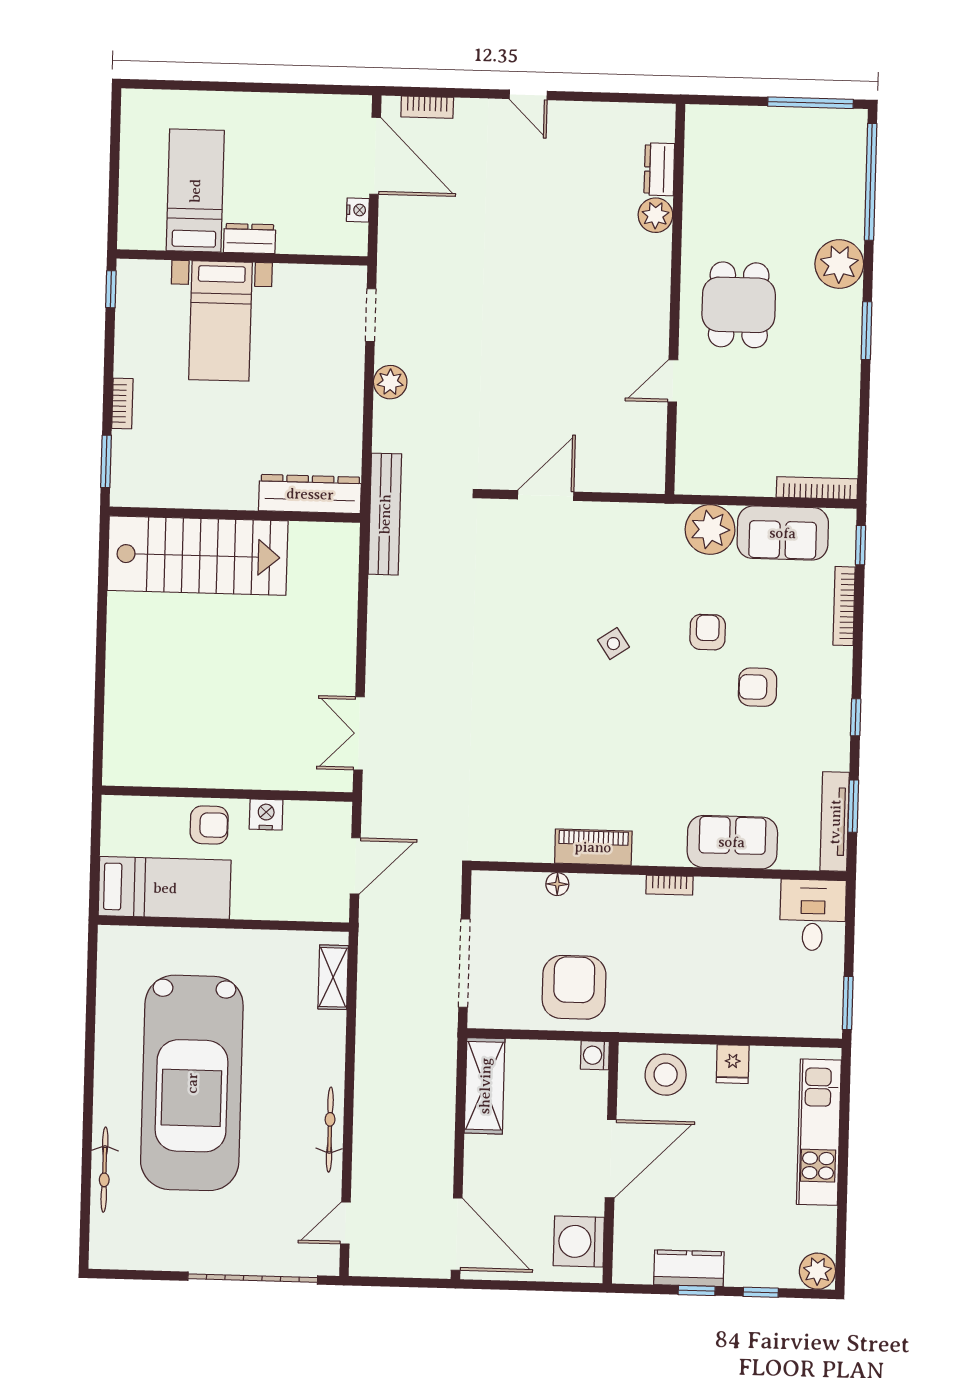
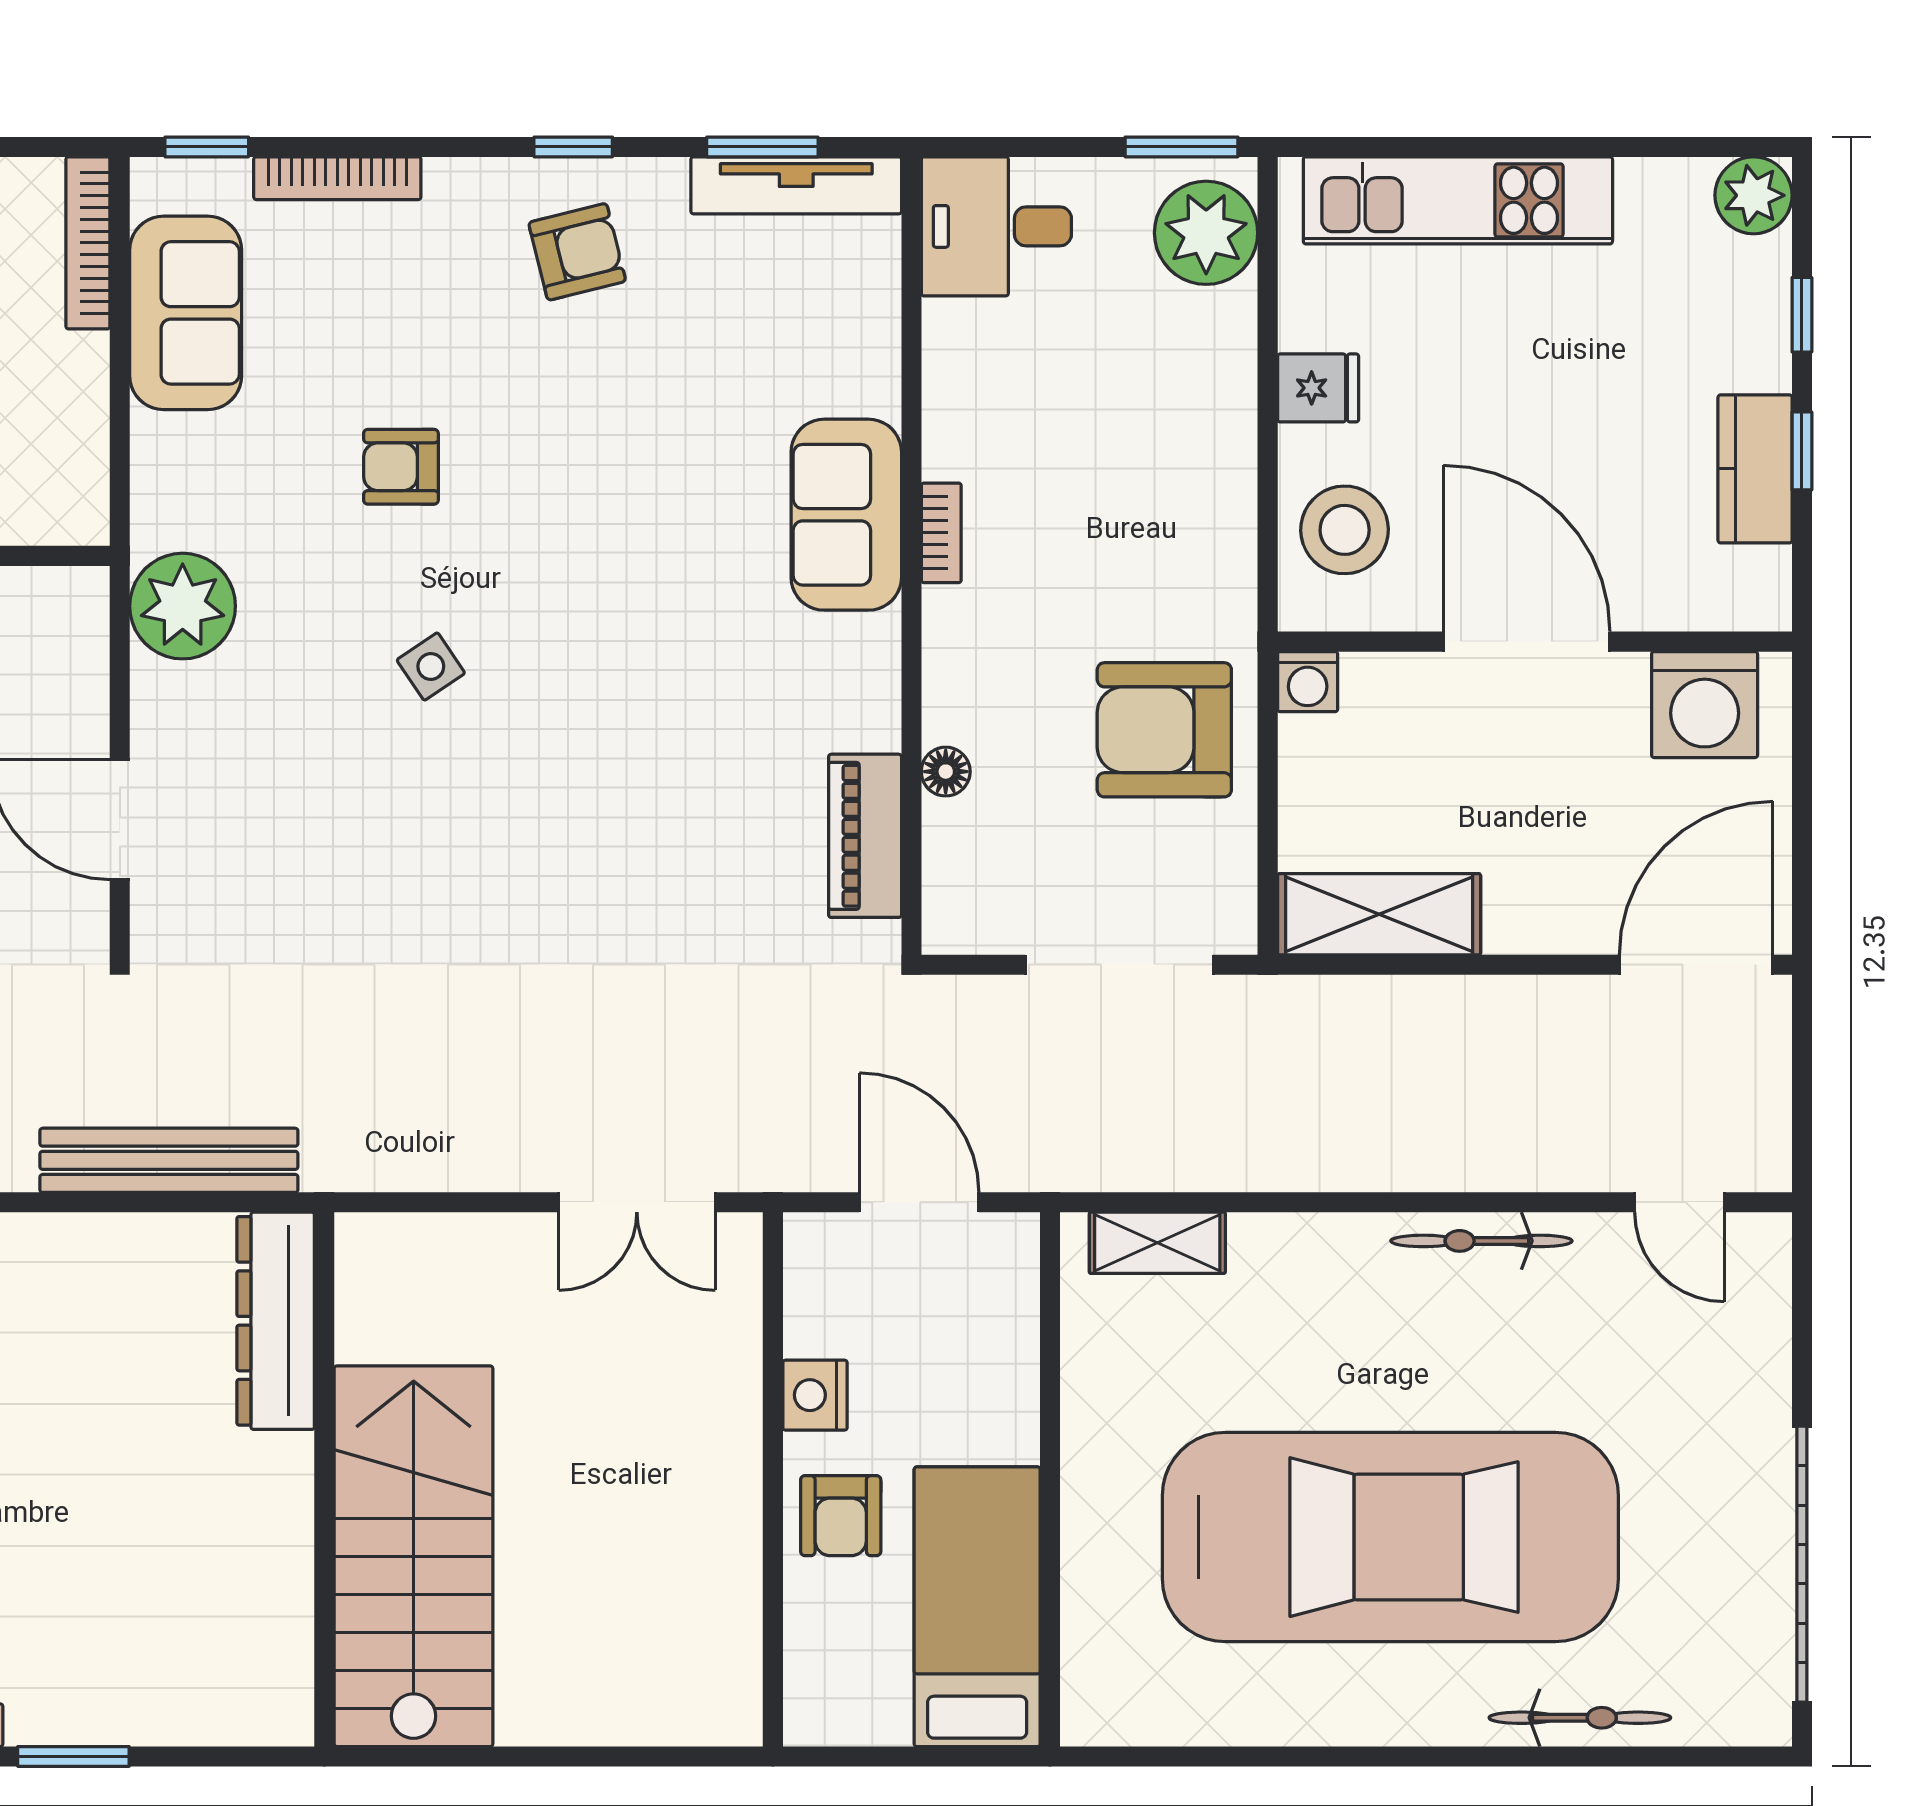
dresser: (310, 494) -> (276, 1321), moved
wall: (235, 515) -> (324, 1479), moved
plant: (710, 530) -> (183, 606), moved
stairs: (198, 556) -> (414, 1556), moved
armchair: (758, 687) -> (577, 252), moved, turned -104
armchair: (209, 825) -> (841, 1516), turned 180
sofa: (732, 842) -> (846, 515), moved
piano: (593, 847) -> (865, 836), moved
plant: (807, 1013) -> (1206, 233), added
garage door: (253, 1278) -> (1802, 1564), moved

